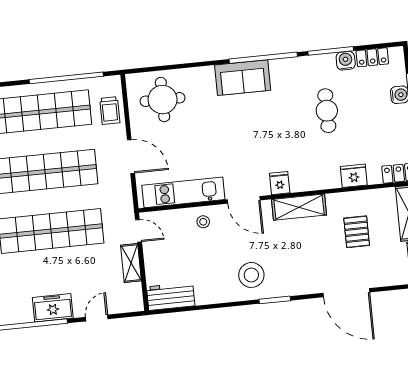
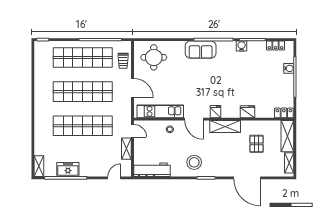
water cooler: (346, 61) -> (242, 46), moved
cafe table: (327, 111) -> (247, 73), removed
fridge: (354, 176) -> (247, 112), moved
workbench: (171, 296) -> (152, 170), width x1.38
freezer: (53, 308) -> (68, 170), moved
door: (97, 318) -> (114, 178), moved

